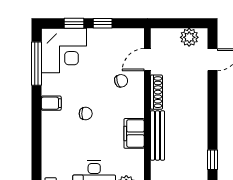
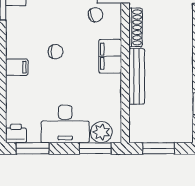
filing cabinet: (51, 103) -> (17, 67), moved
filing cabinet: (134, 133) -> (110, 56), moved

